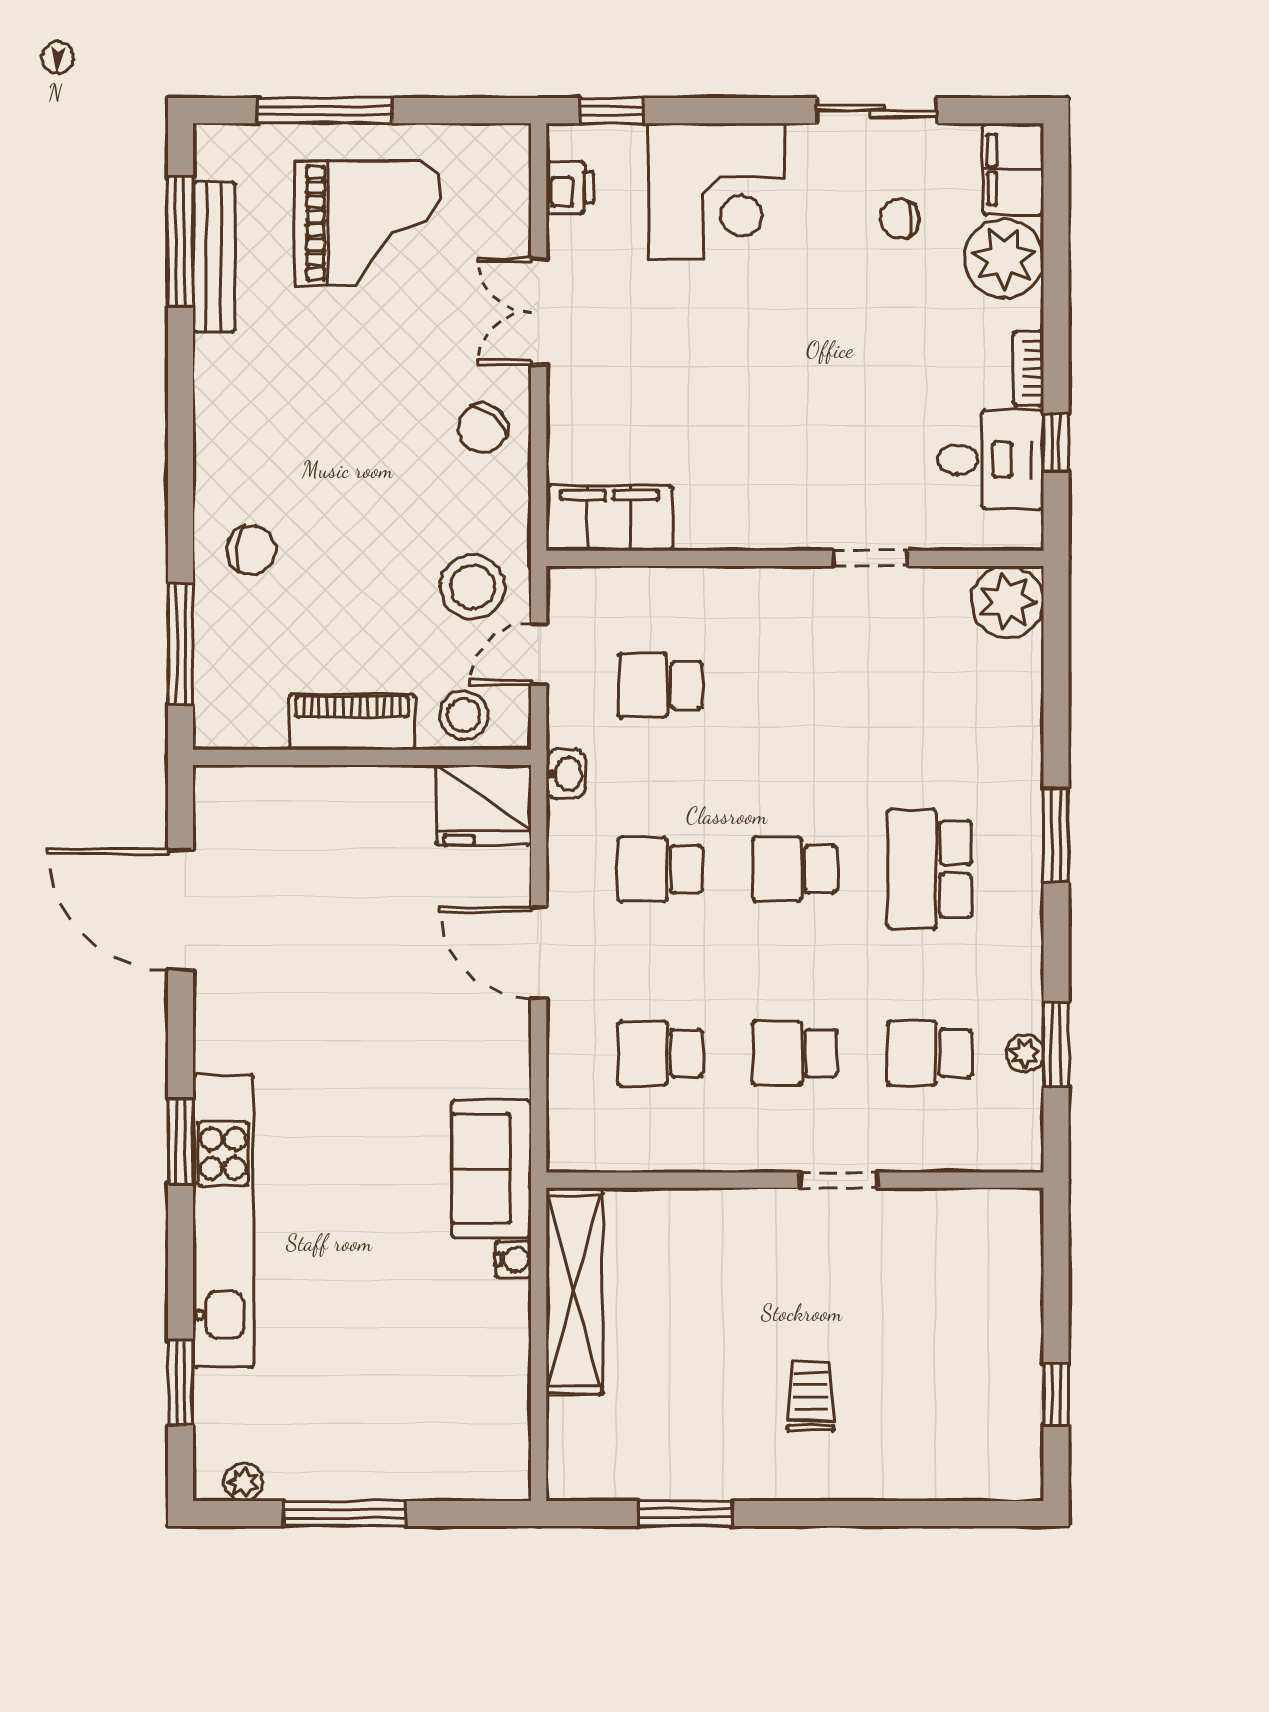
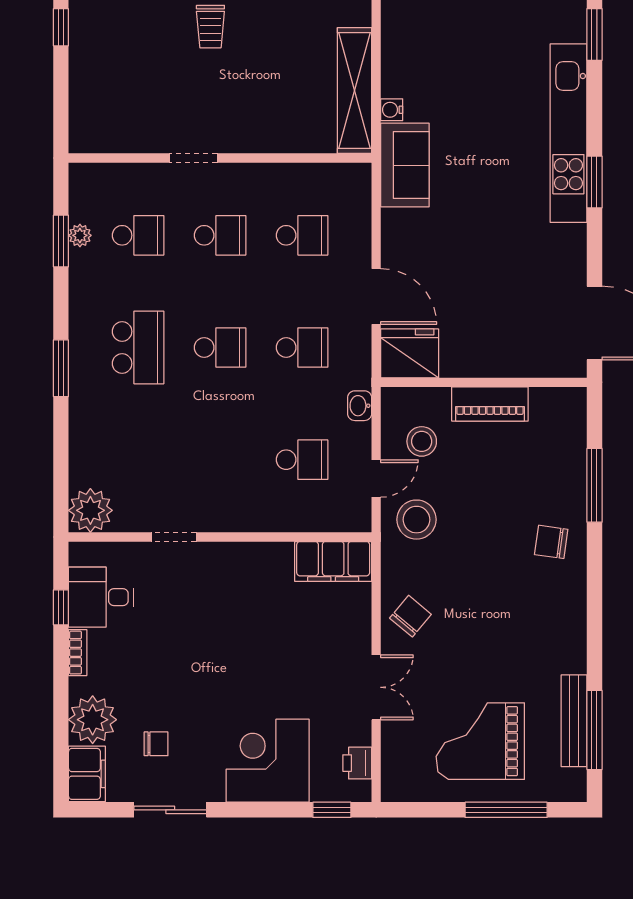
piano: (352, 722) -> (490, 404), moved
wall: (362, 757) -> (484, 382), moved
fridge: (484, 805) -> (410, 353), moved

